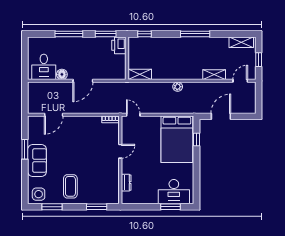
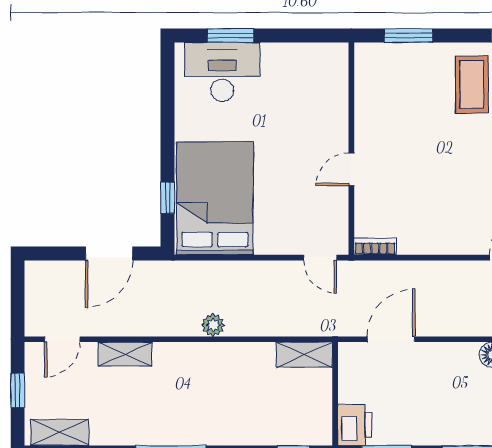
door: (83, 81) -> (391, 339), moved
dresser: (126, 183) -> (337, 94), removed

